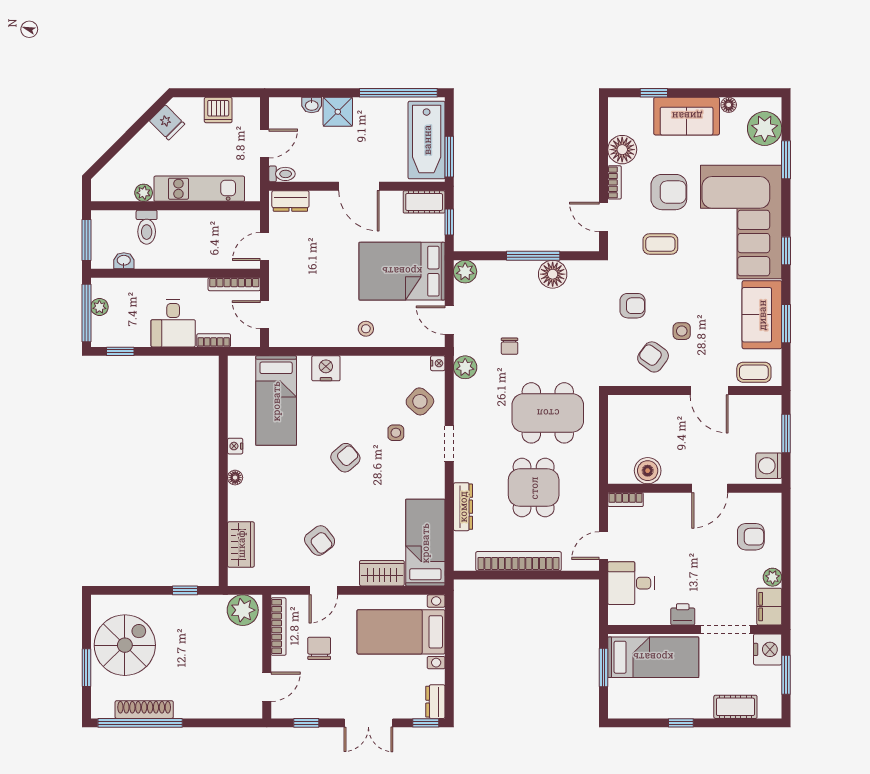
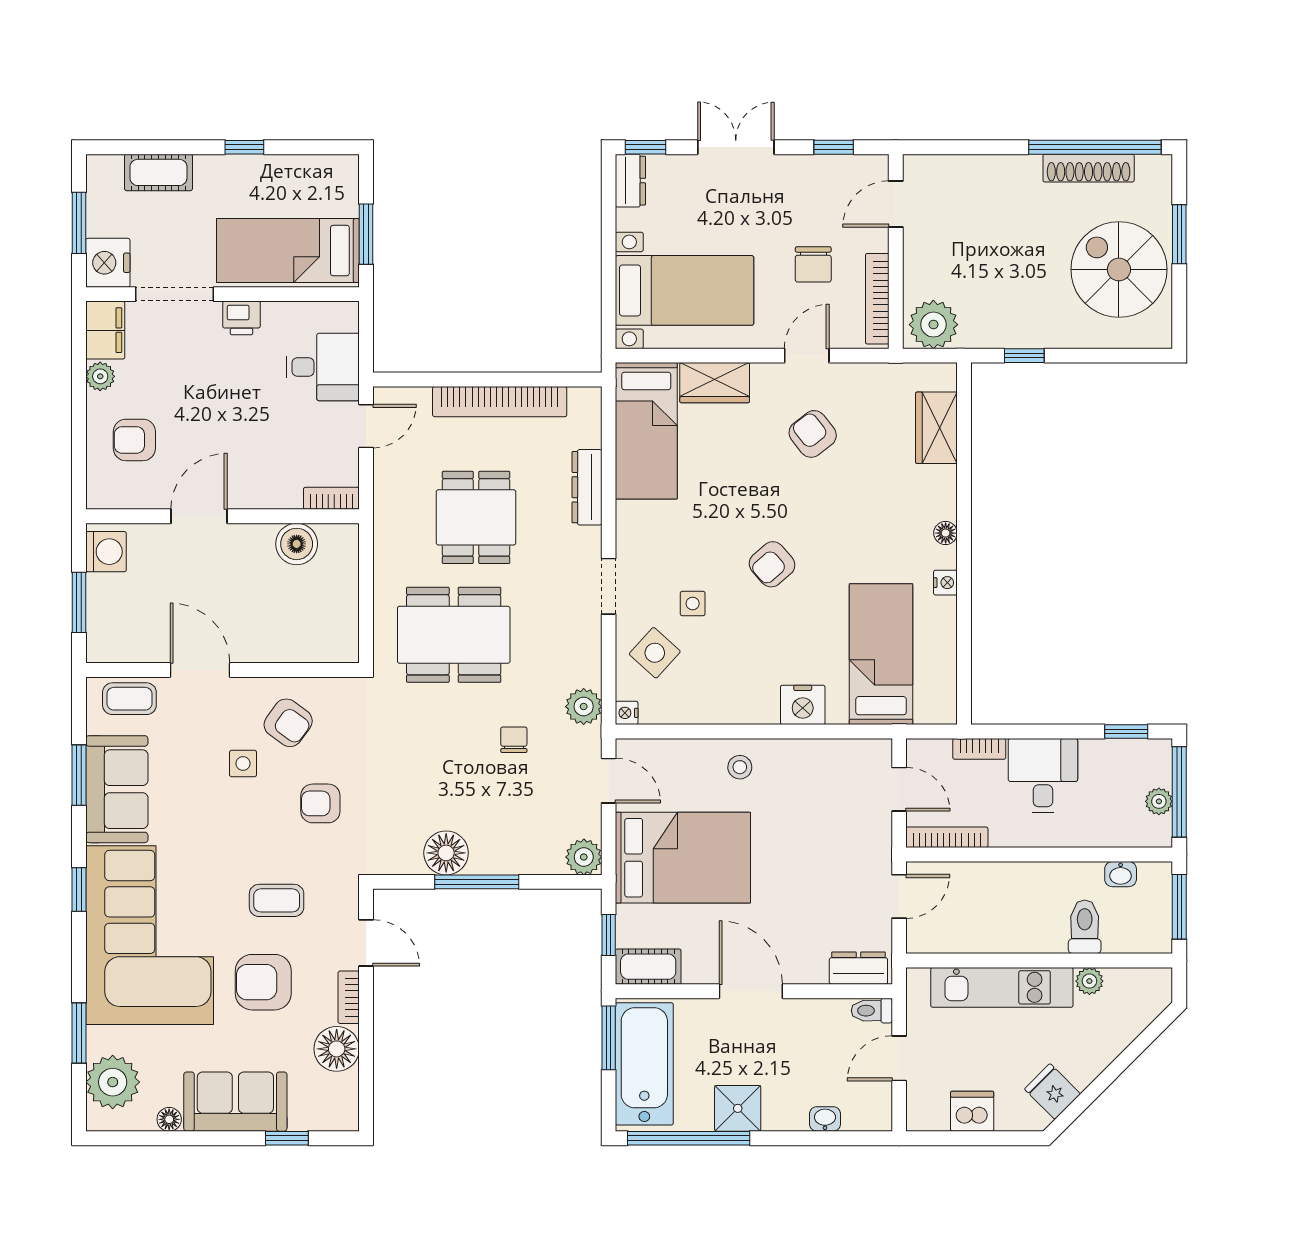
shower: (338, 112) -> (738, 1108), moved
spiral stairs: (125, 645) -> (1119, 269), turned 90

